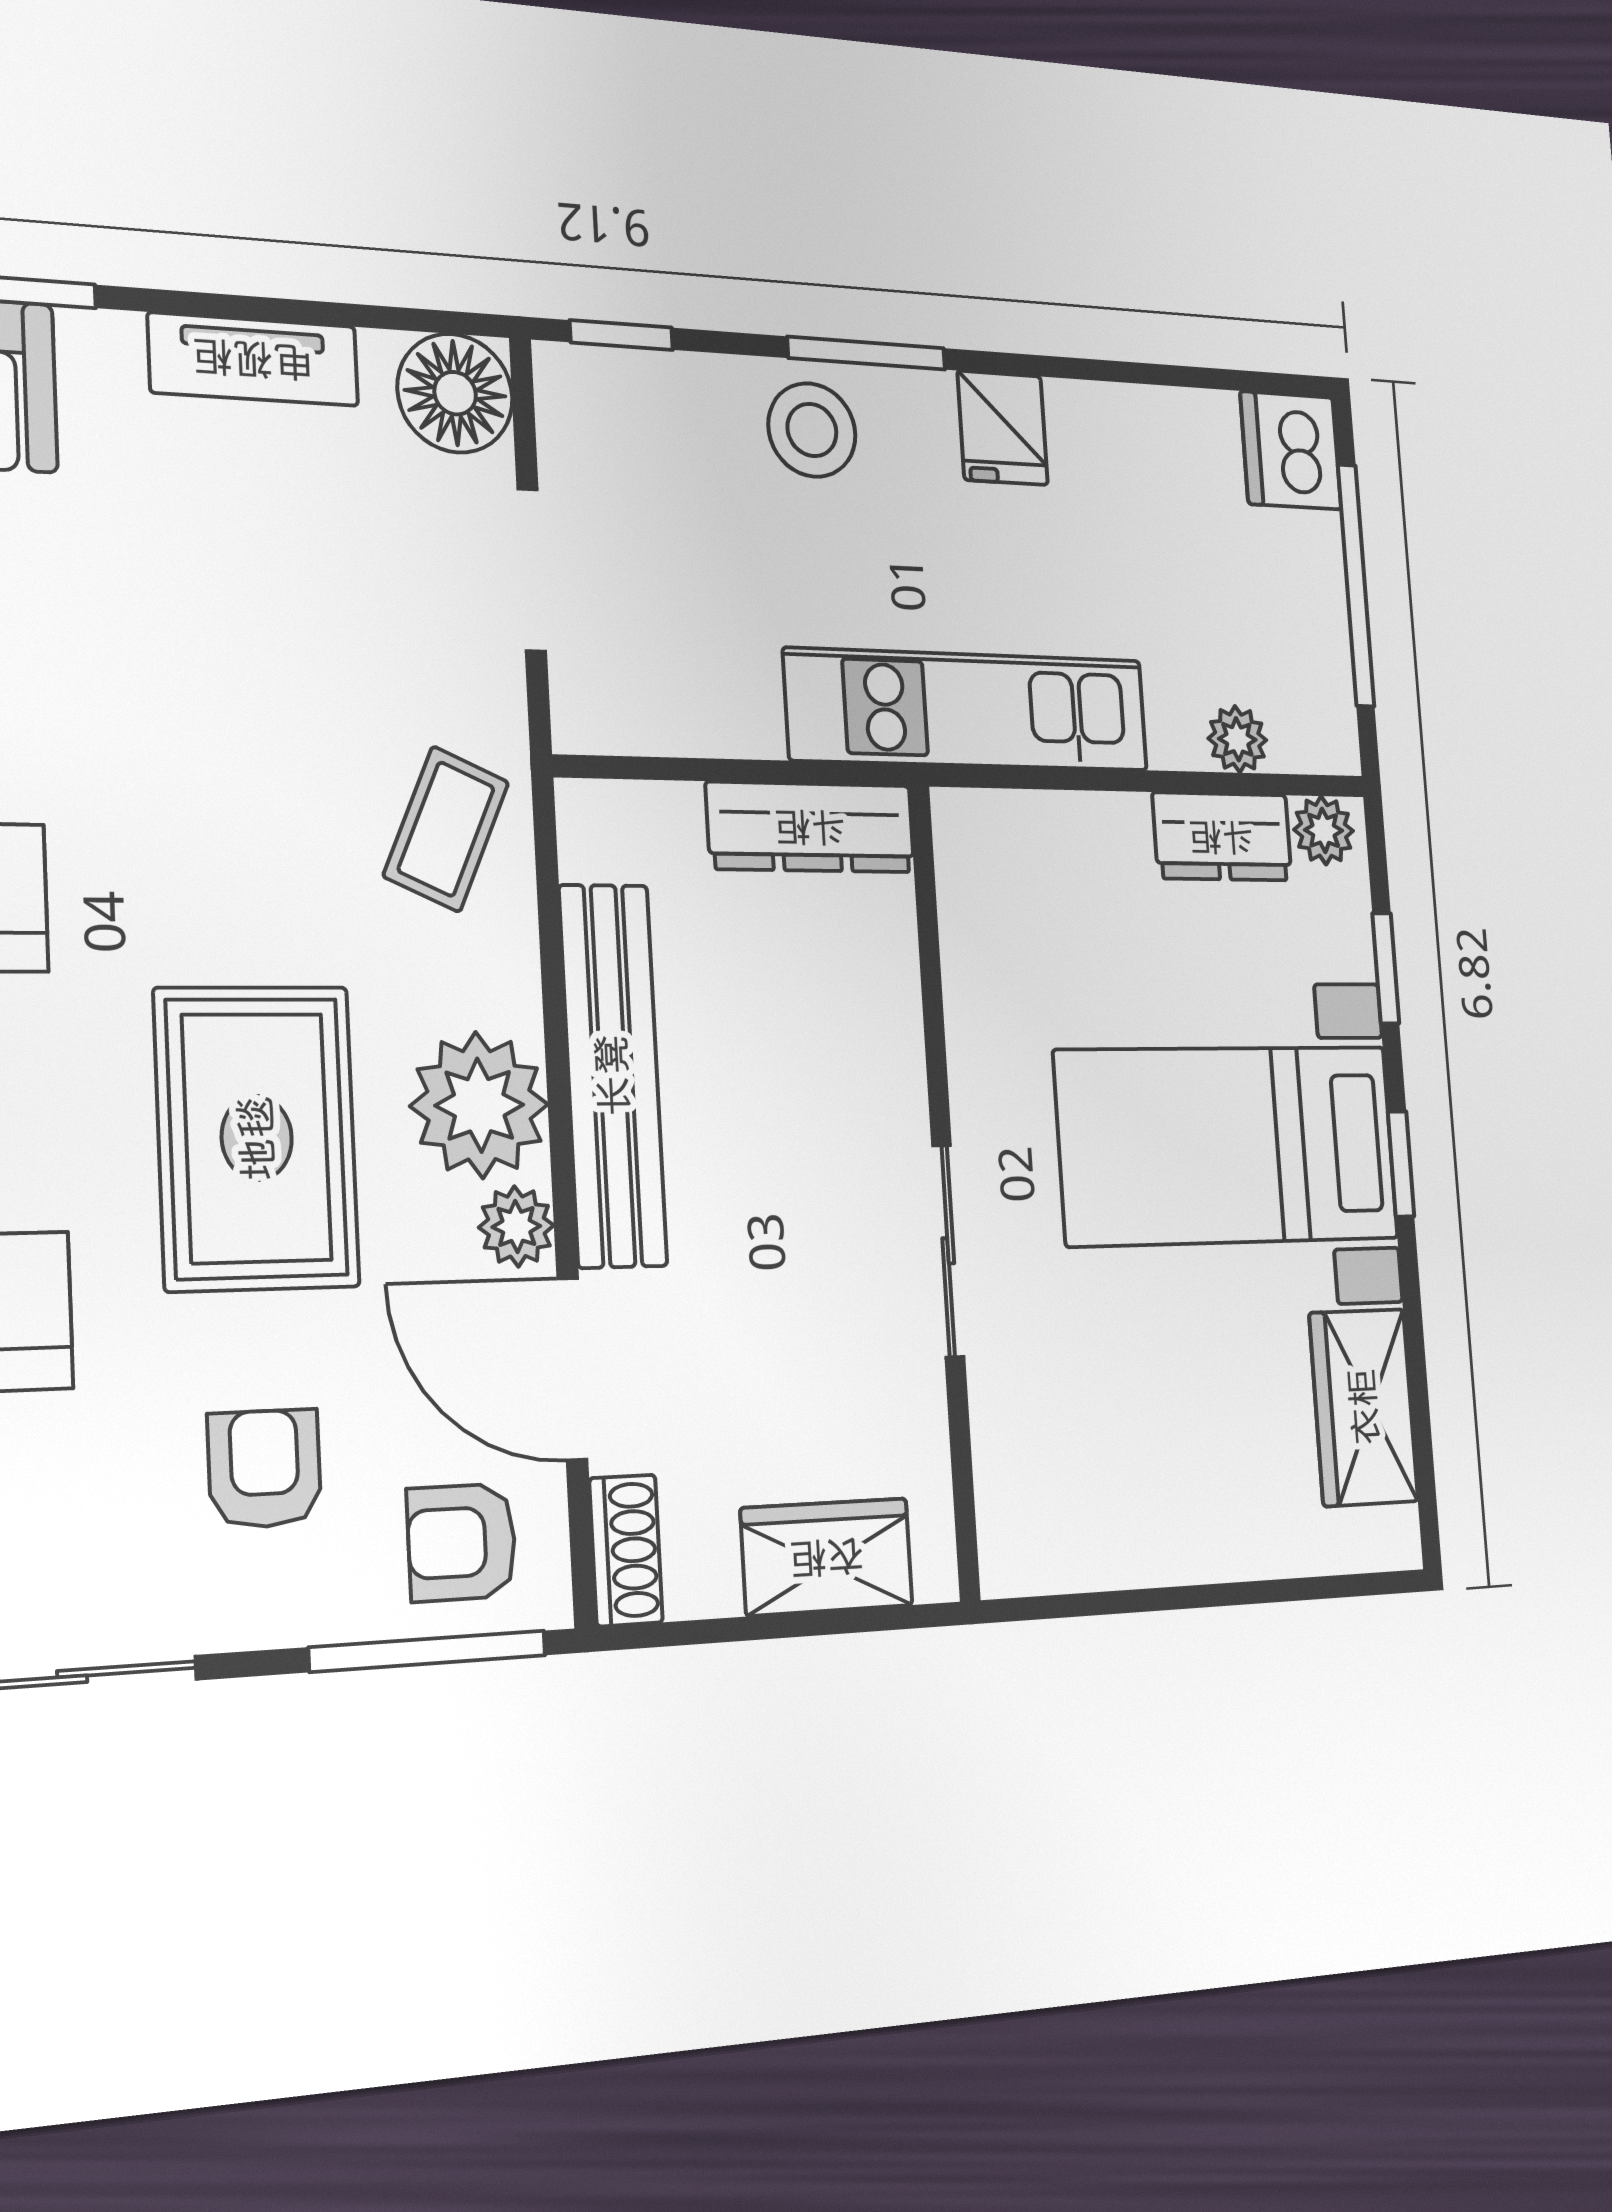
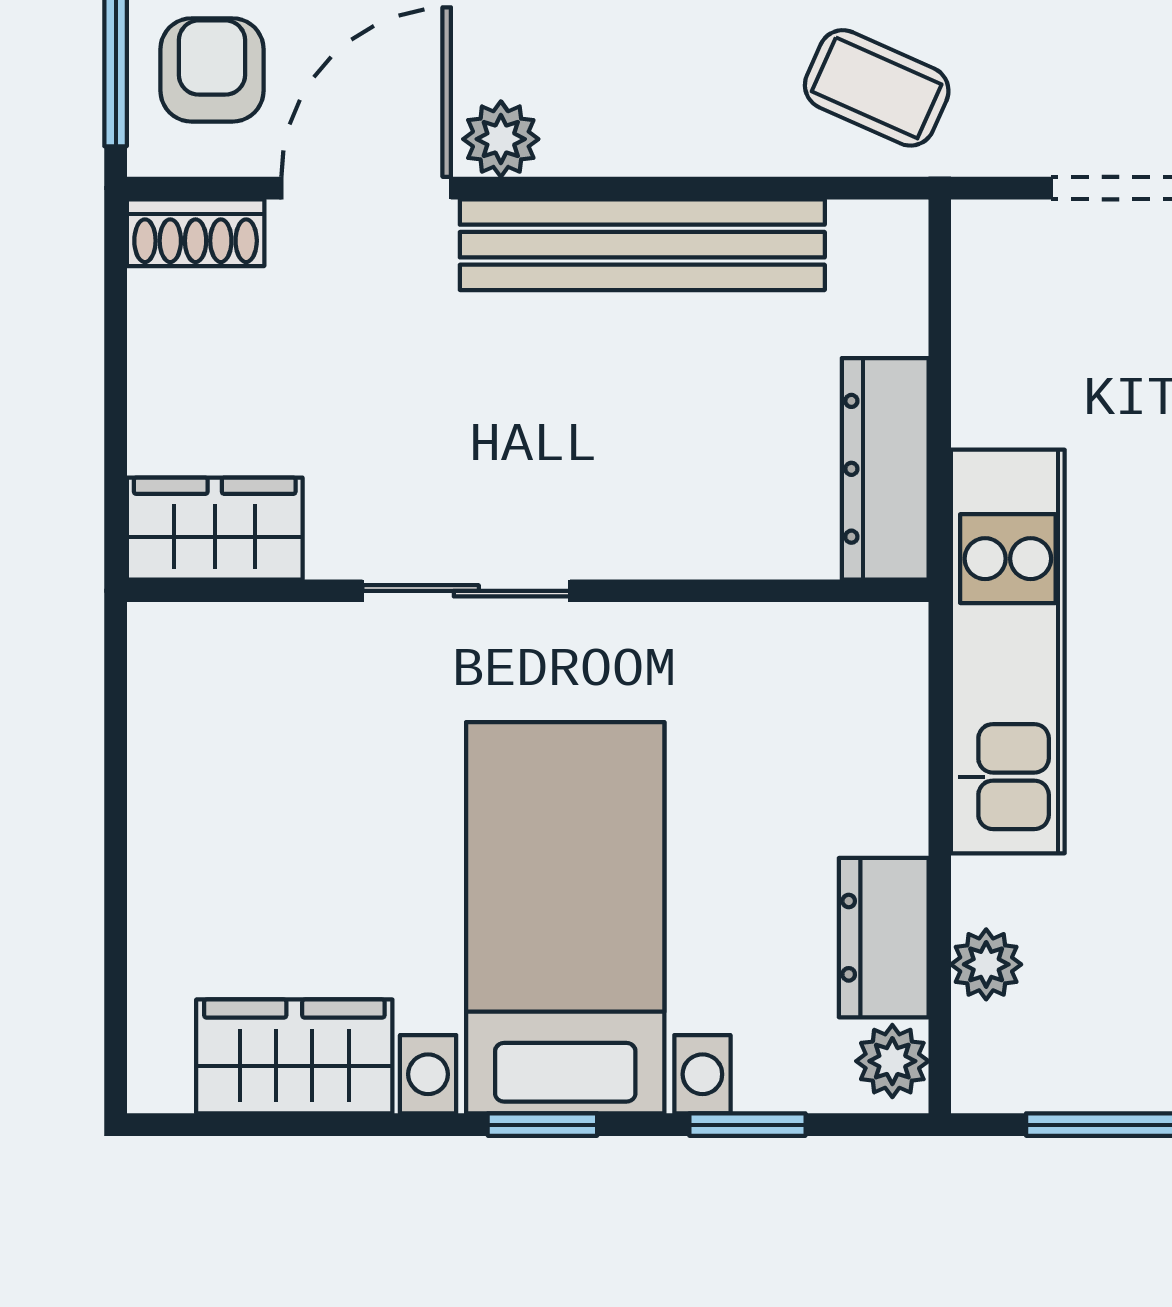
plant: (479, 1105) -> (615, 108), removed
wardrobe: (827, 1557) -> (215, 529), moved, turned -90

